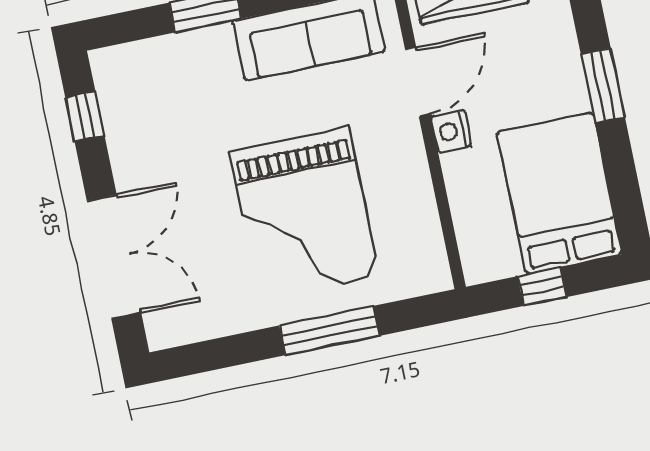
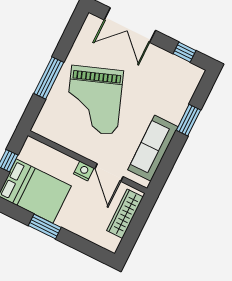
window: (603, 86) -> (45, 226), moved
grand piano: (305, 214) -> (94, 100), turned -110

